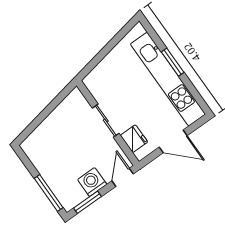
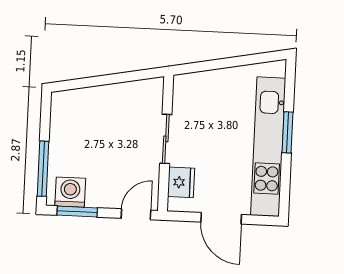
washing machine: (92, 182) -> (70, 192), moved

